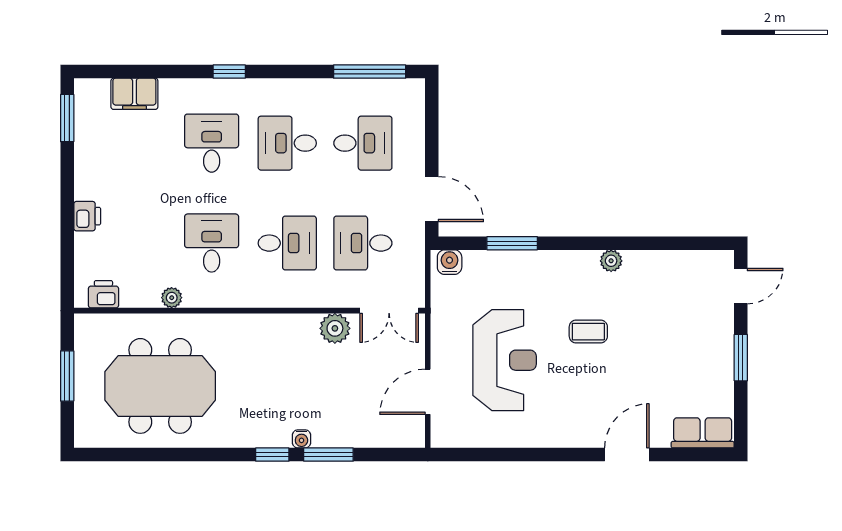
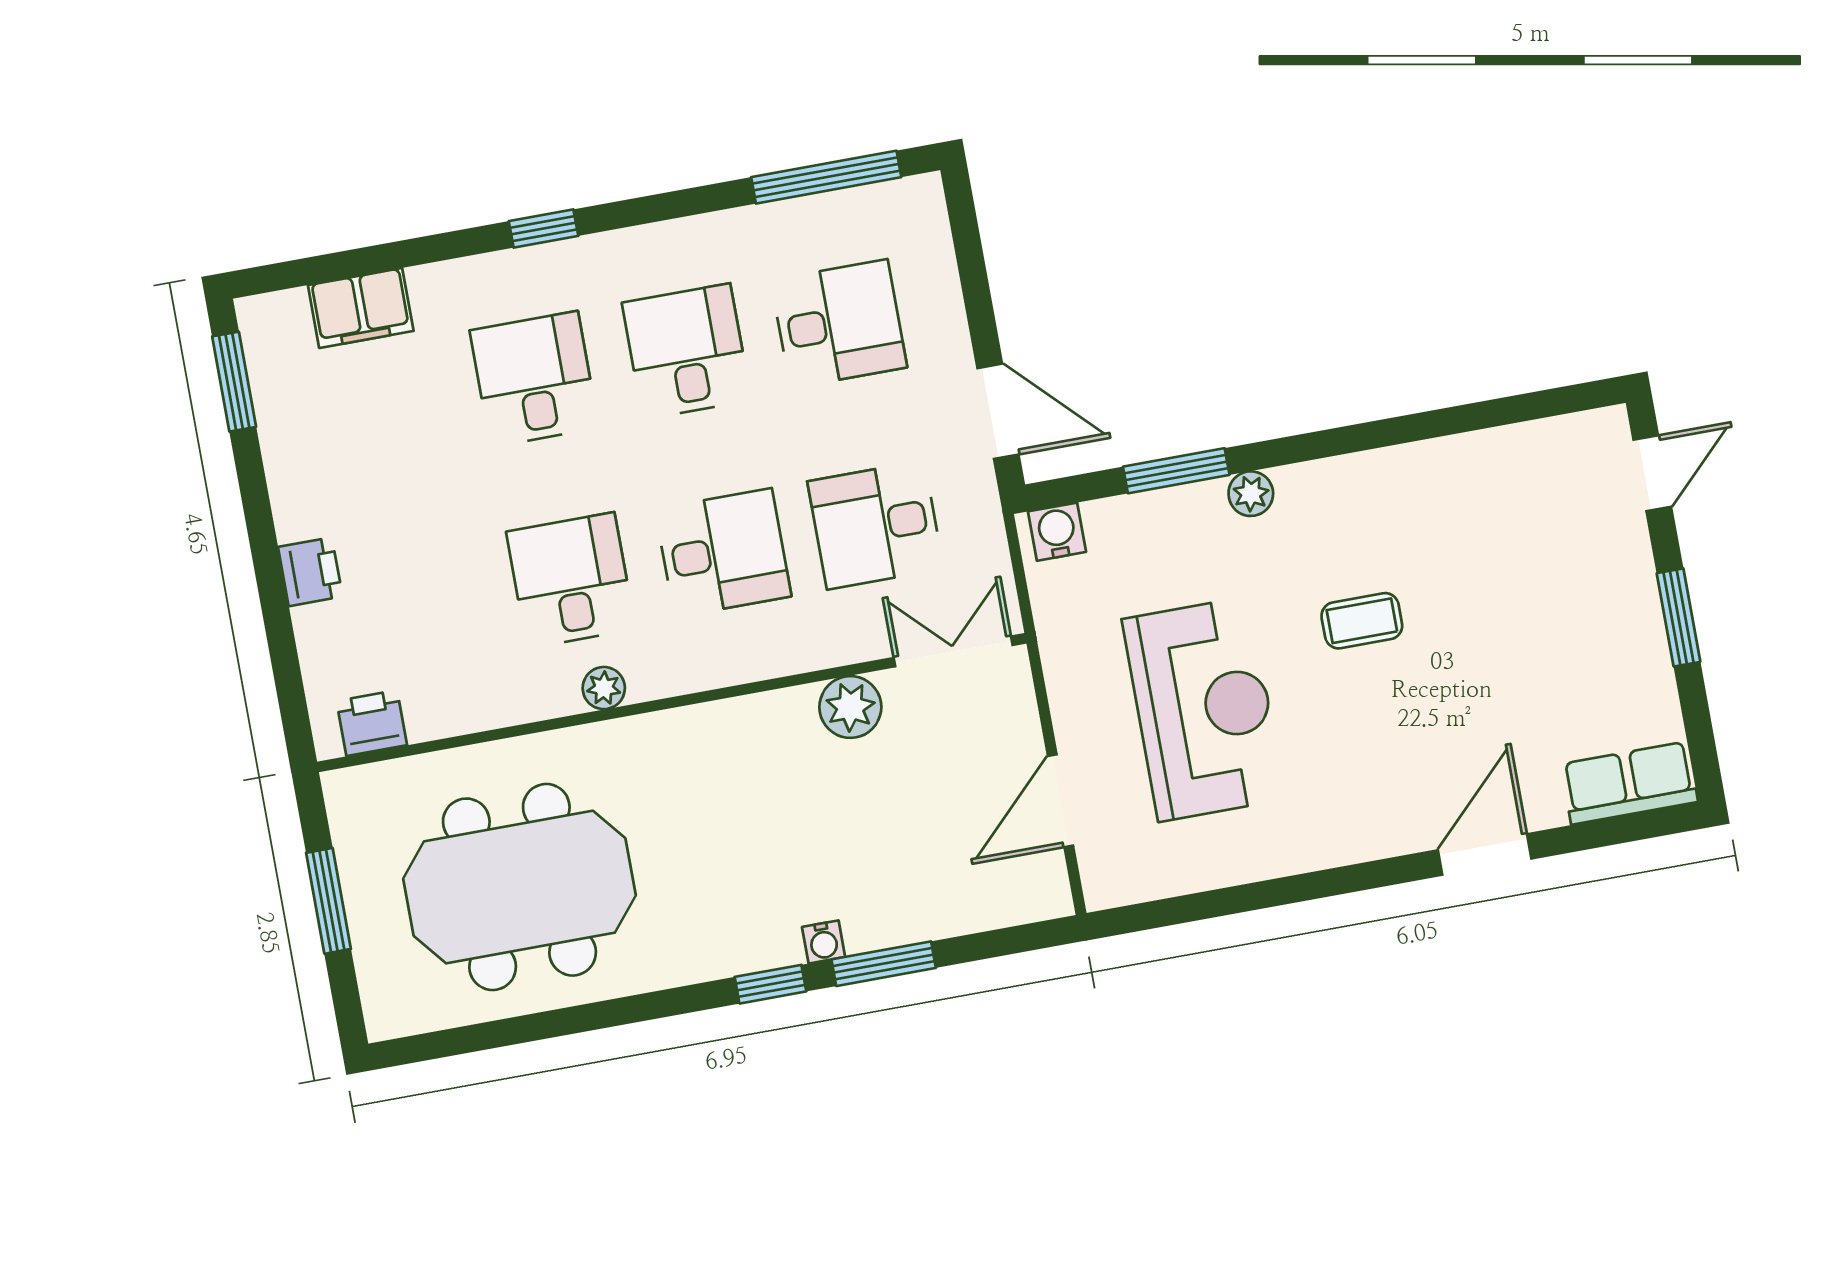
desk: (287, 143) -> (687, 351), turned 90
plant: (611, 261) -> (1251, 494), moved
plant: (172, 298) -> (604, 688), moved
double door: (389, 311) -> (953, 651), swing flipped

